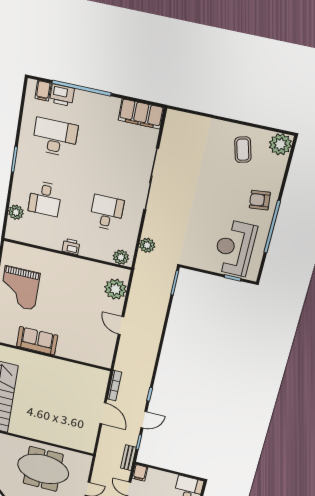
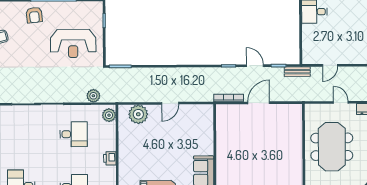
desk: (107, 213) -> (74, 134), turned 180
reception desk: (234, 248) -> (73, 43), moved
filing cabinet: (140, 473) -> (310, 58), removed

